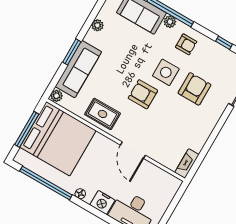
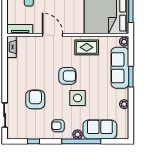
side table: (166, 72) -> (78, 98), moved
armchair: (194, 89) -> (35, 99), turned 180
tv unit: (166, 178) -> (20, 29), added

